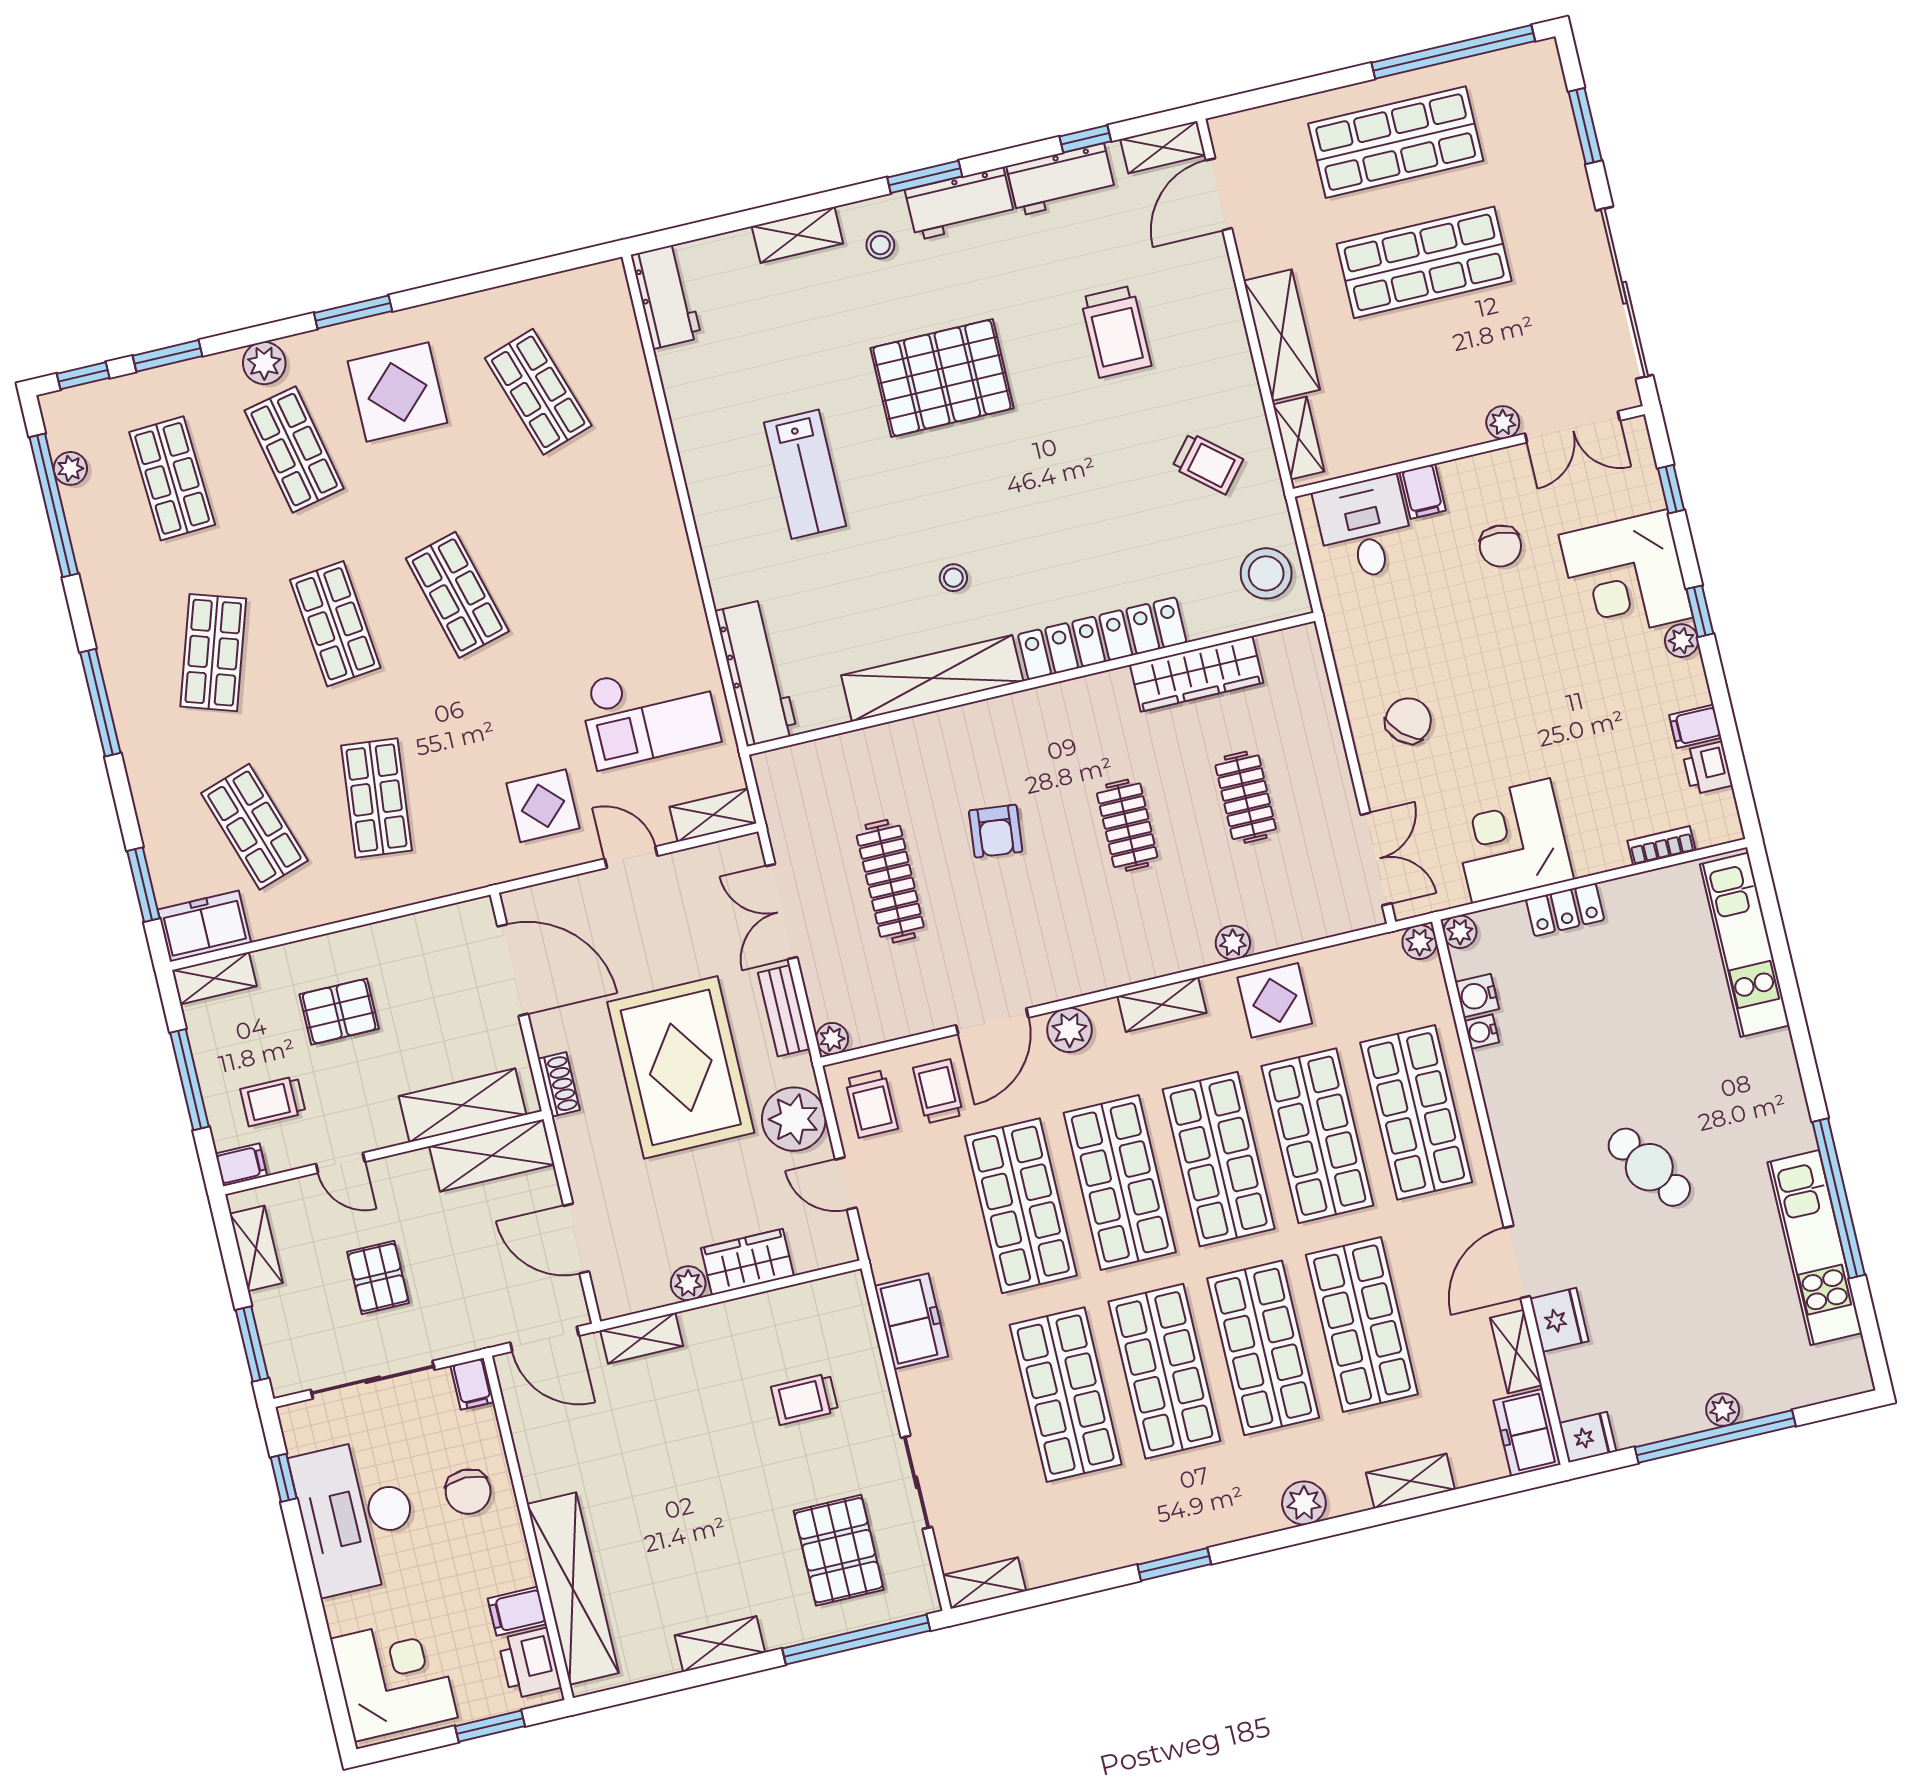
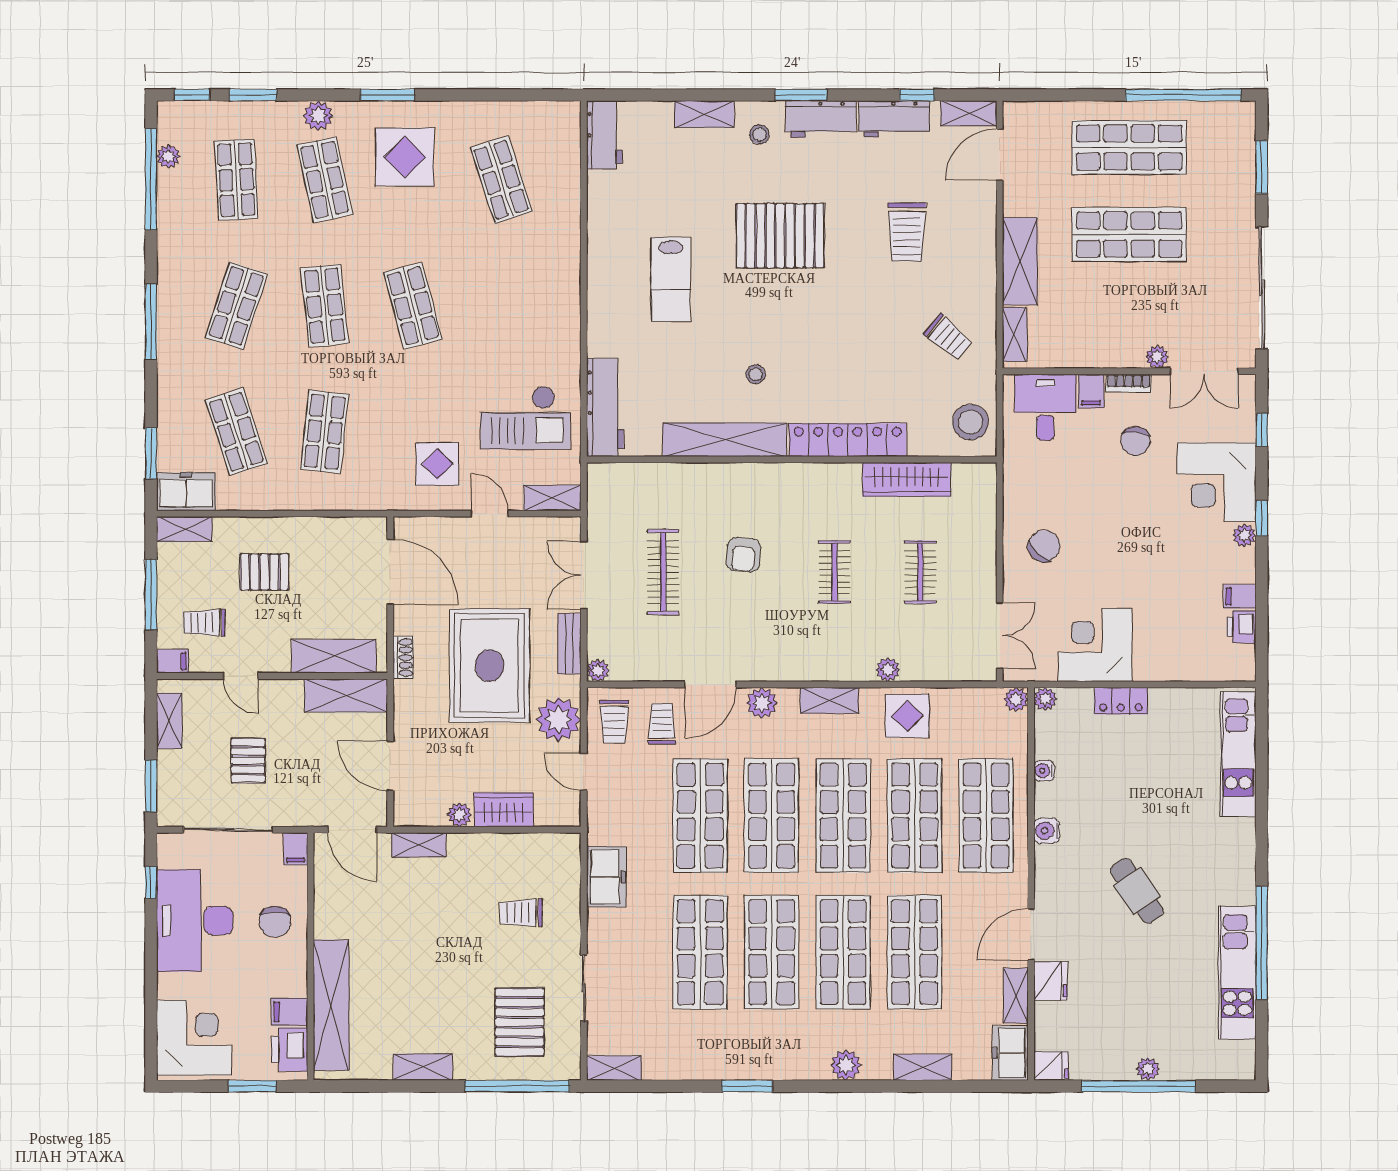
bookcase: (1662, 846) -> (1129, 383), moved, turned 180
water cooler: (1477, 996) -> (1047, 831), moved

